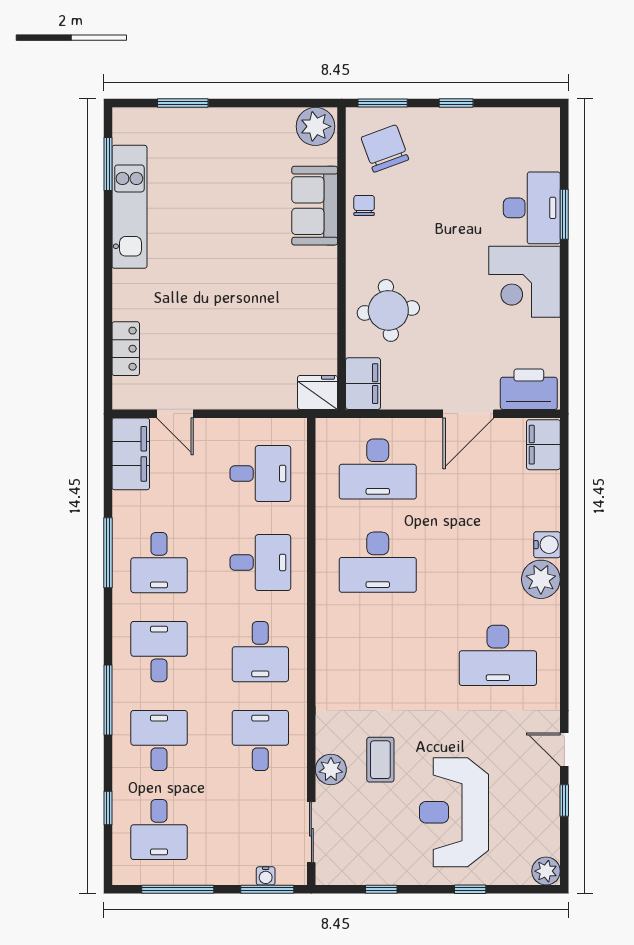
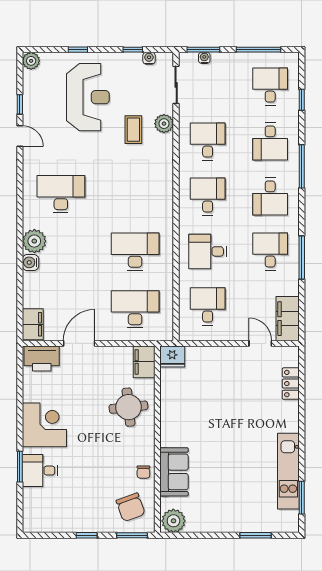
desk: (532, 208) -> (40, 471), width x0.73
desk: (260, 474) -> (208, 306), turned 90
desk: (260, 741) -> (208, 141), turned 180
water cooler: (355, 875) -> (149, 58), added

